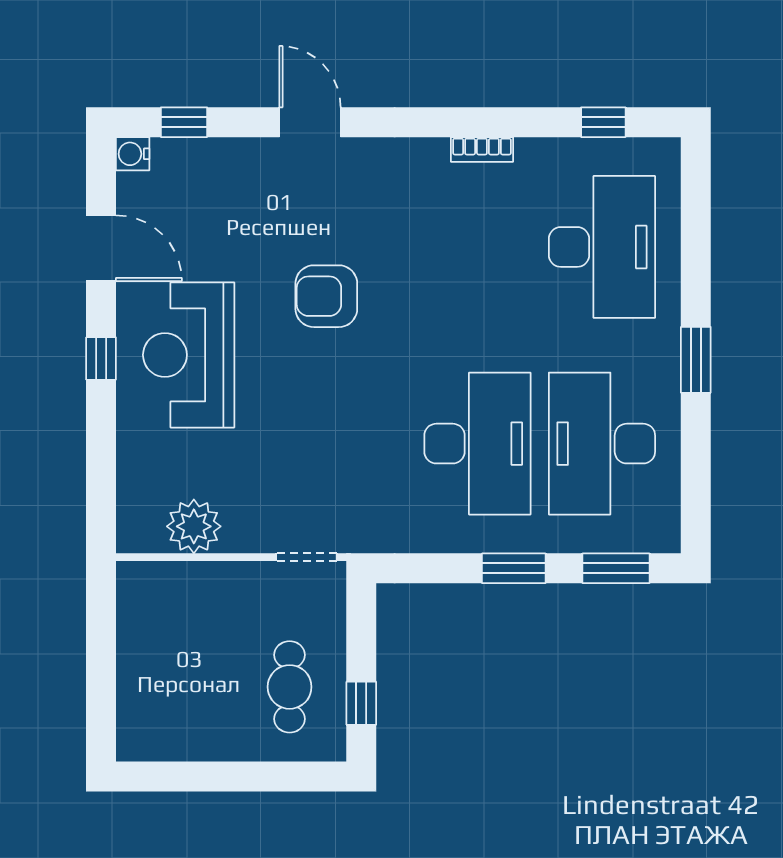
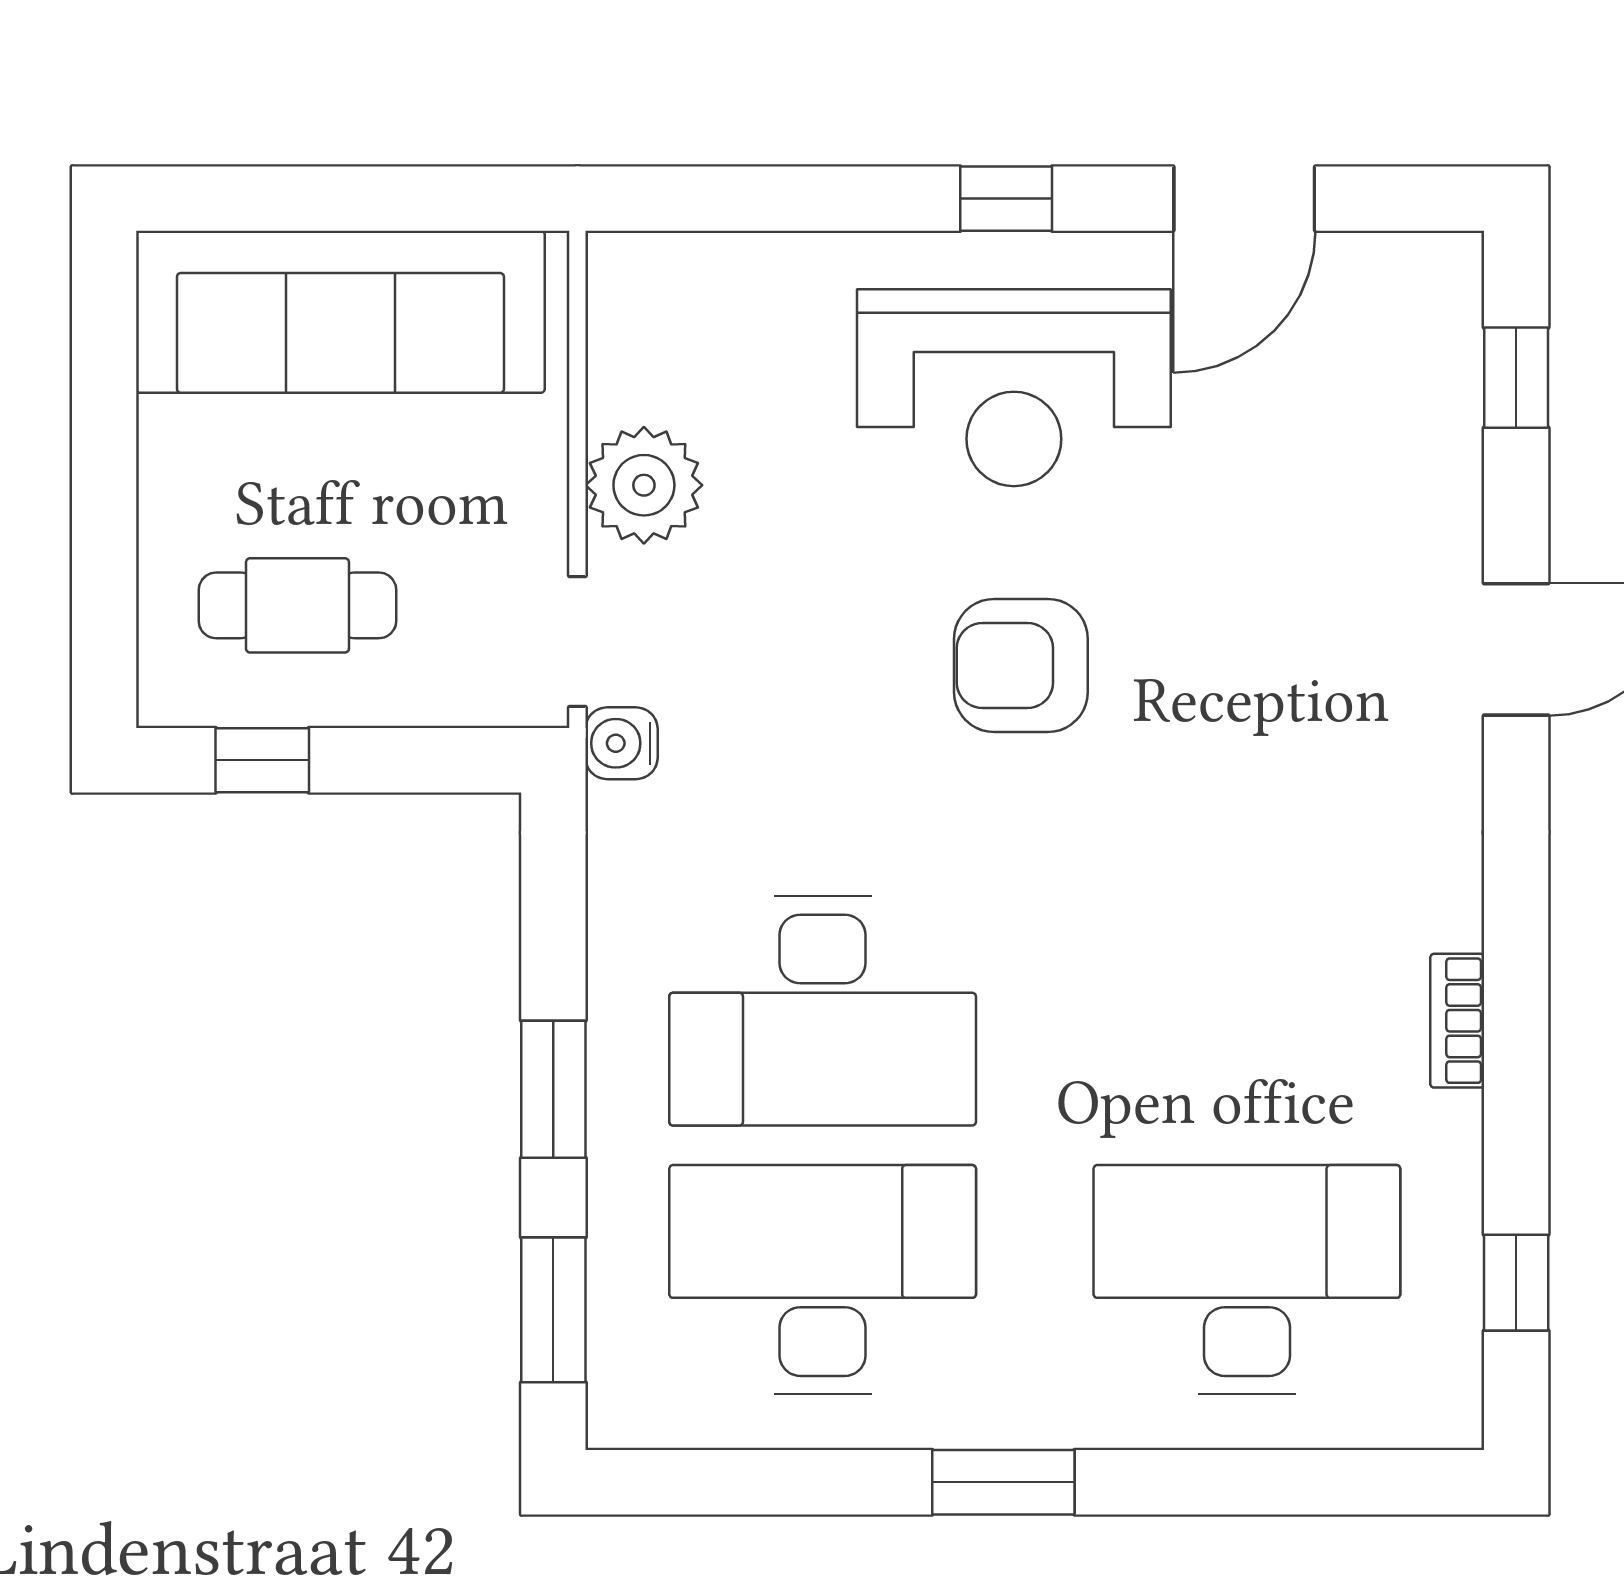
water cooler: (133, 154) -> (621, 743), moved, turned -90
desk: (602, 247) -> (1247, 1280), turned 180
armchair: (326, 296) -> (1021, 665), moved, turned -90
reception desk: (189, 355) -> (1014, 388), turned 180
plant: (194, 526) -> (644, 485), moved
sofa: (154, 667) -> (340, 312), added

